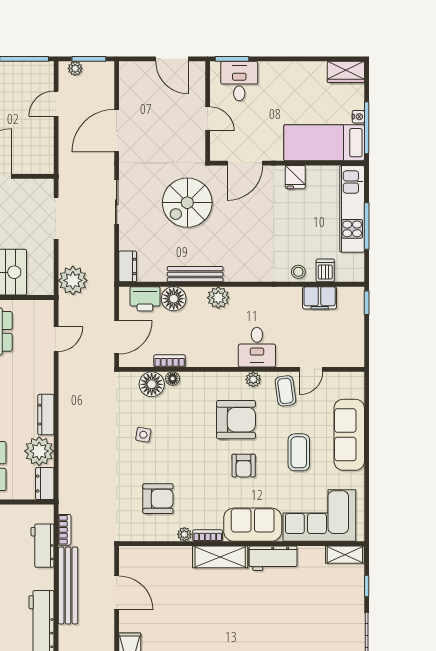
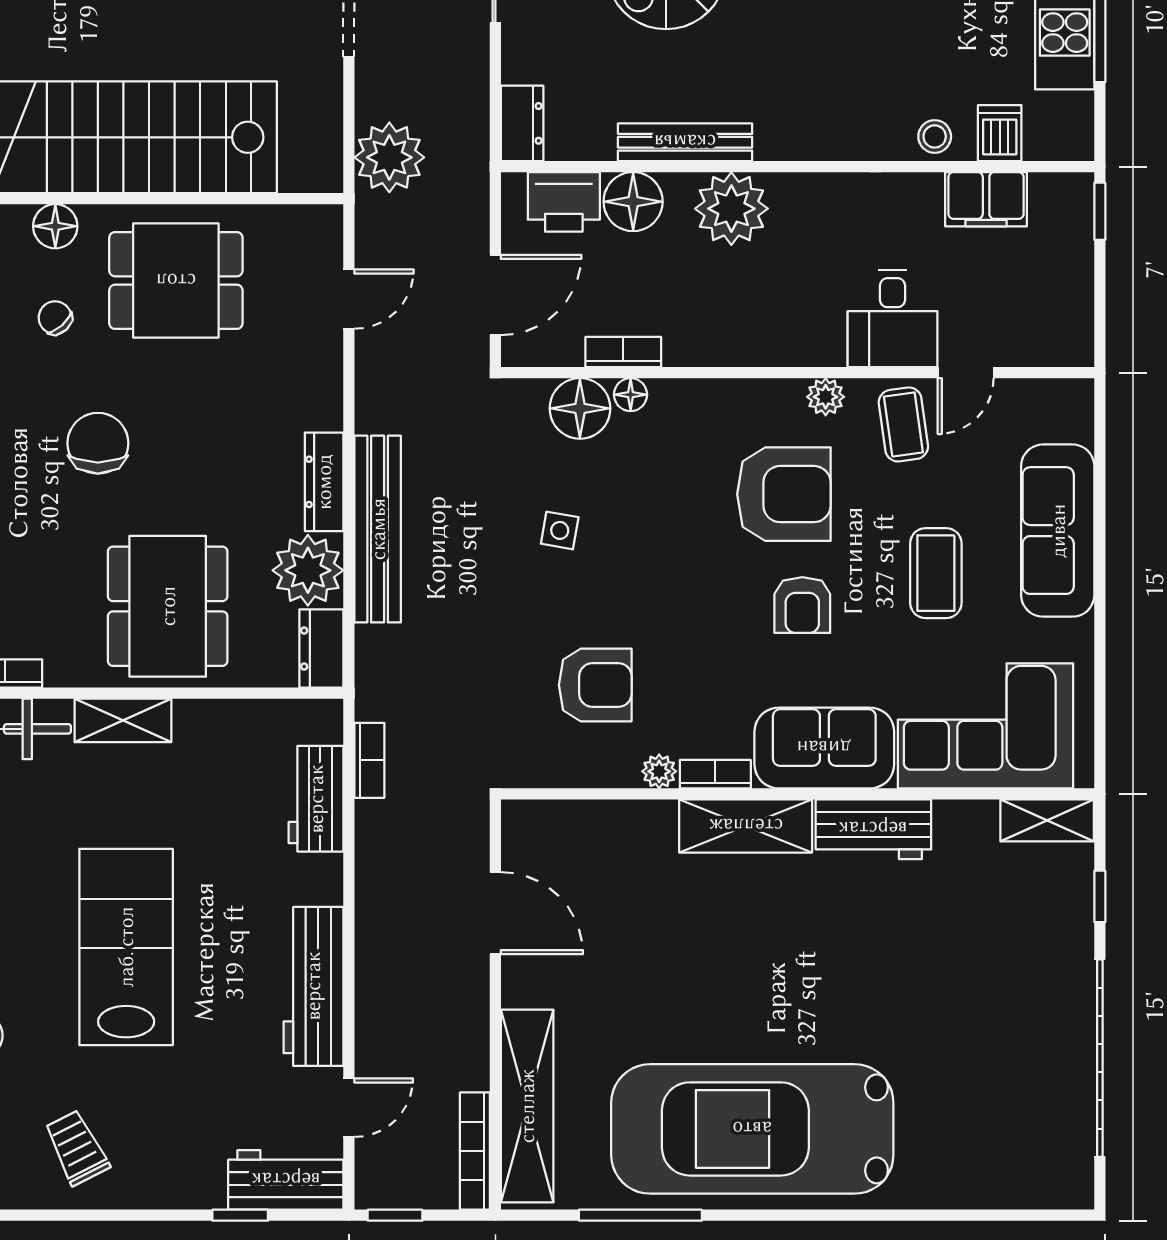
plant: (218, 298) -> (731, 209), width x1.36, depth x1.36
desk: (257, 347) -> (893, 319), moved
bench: (68, 585) -> (378, 529), moved

